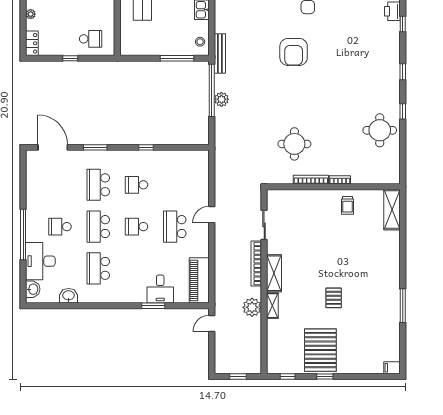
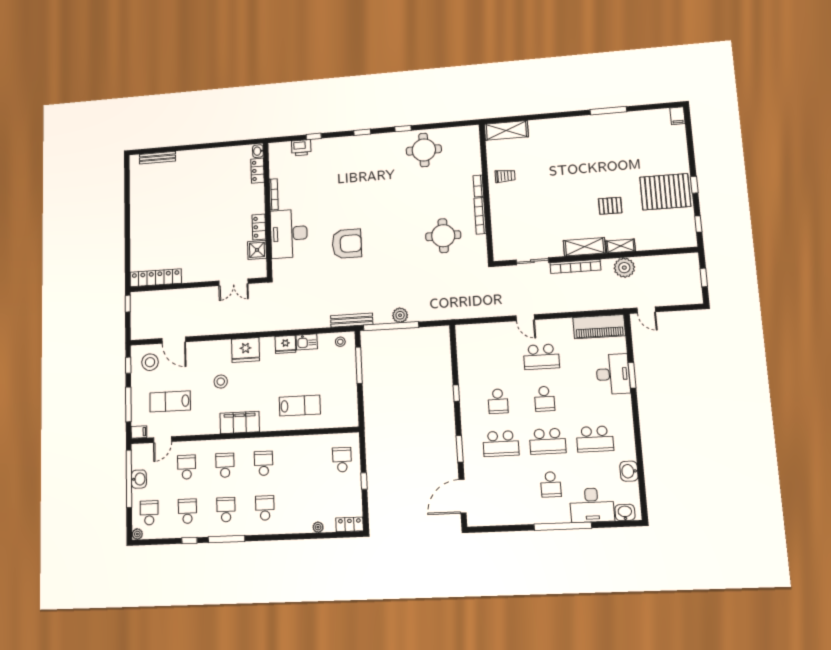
desk: (160, 289) -> (613, 374), width x1.37
pallet: (334, 298) -> (610, 206), moved

